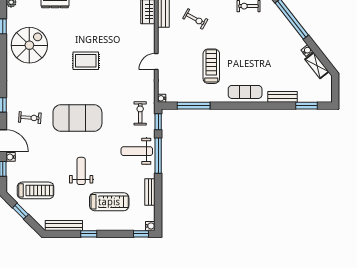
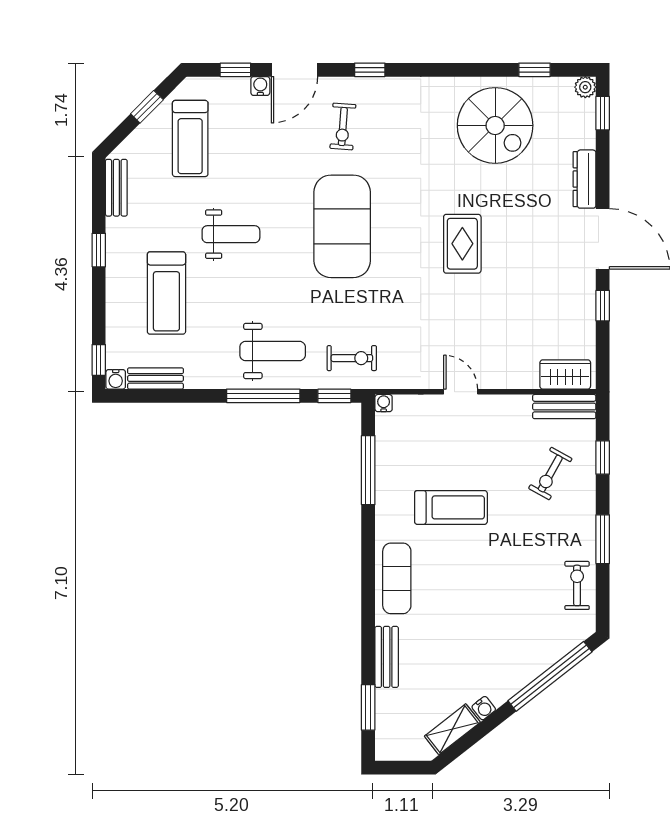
weight bench: (137, 151) -> (273, 351), turned 90
bench: (150, 192) -> (155, 378), moved
bench: (64, 226) -> (116, 188), width x0.73

